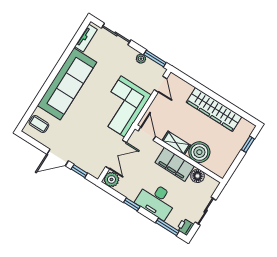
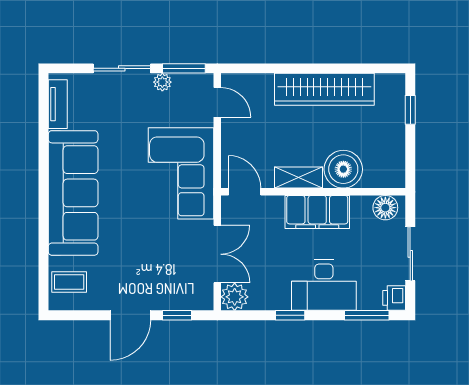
sliding door: (116, 34) -> (122, 68), moved
floor lamp: (197, 176) -> (385, 208), moved

